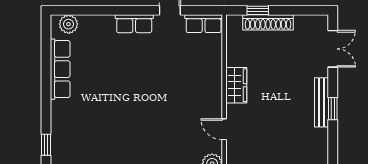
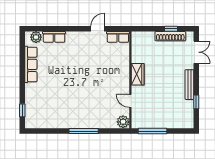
window: (258, 10) -> (171, 29), moved
shoe rack: (268, 22) -> (170, 36), moved
row of seats: (134, 24) -> (54, 37), moved
window: (333, 109) -> (196, 102), moved

